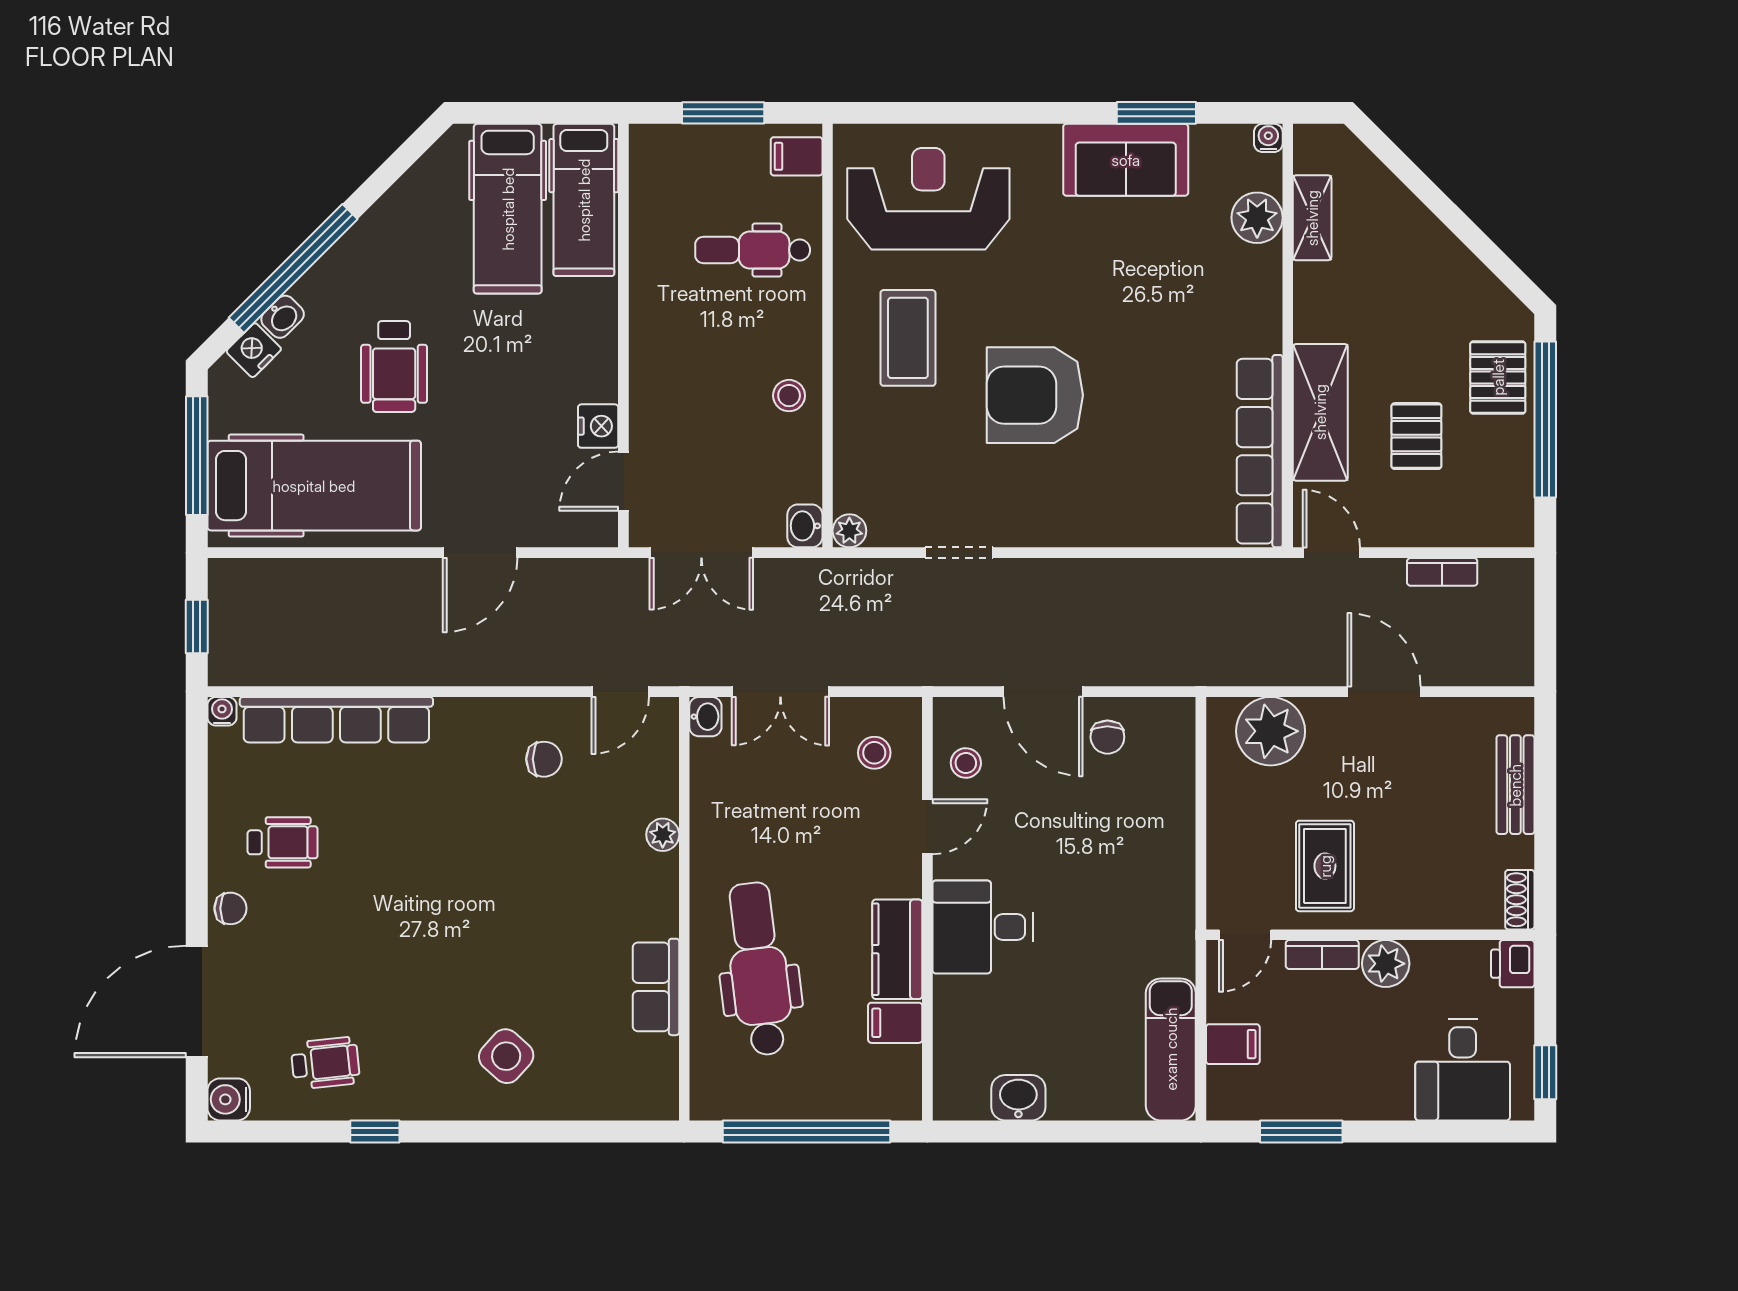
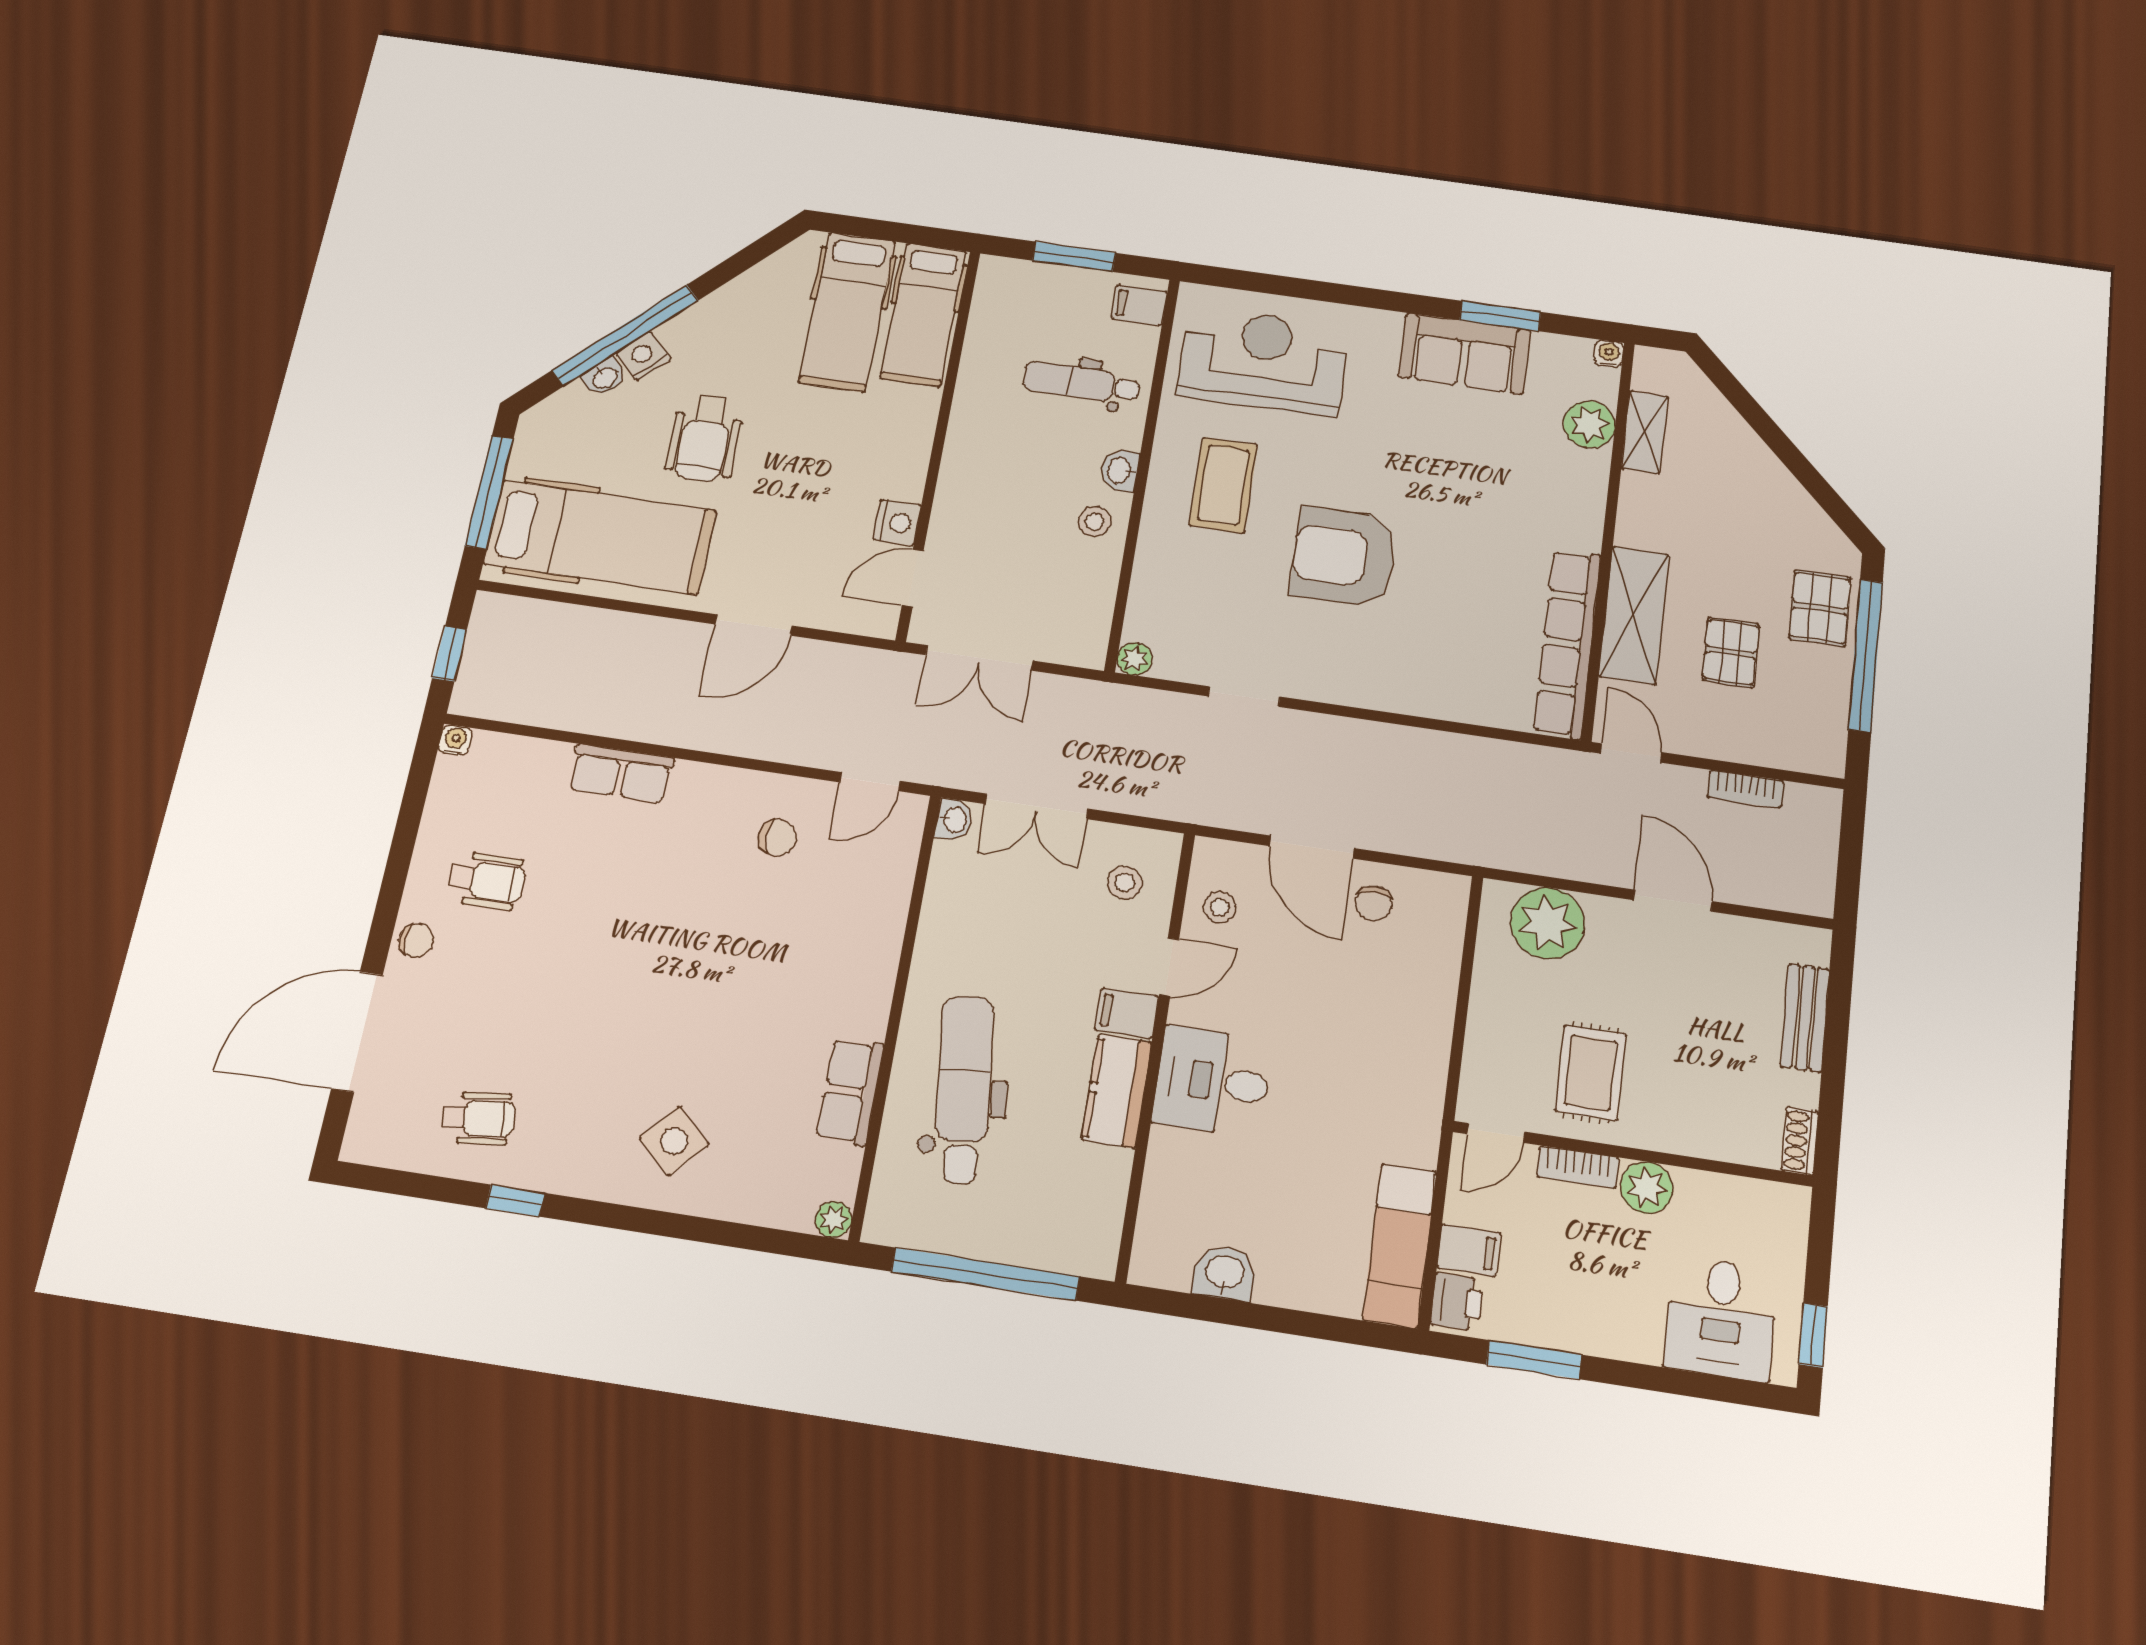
nightstand: (254, 350) -> (644, 356), moved
washbasin: (805, 526) -> (1120, 471), moved
row of seats: (336, 720) -> (621, 773), width x0.50
plant: (663, 835) -> (834, 1220), moved
printer: (1513, 964) -> (1457, 1302), moved, turned 180
filing cabinet: (895, 1023) -> (1127, 1013), moved
water cooler: (229, 1099) -> (366, 1141), removed

